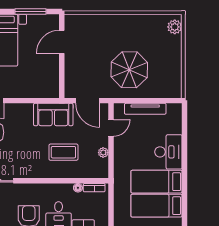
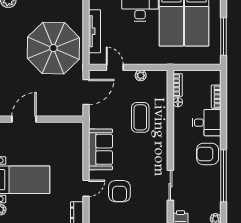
door: (62, 42) -> (24, 119), swing flipped
parasol: (129, 70) -> (53, 48), width x1.36, depth x1.36
sofa: (53, 114) -> (101, 149), moved

